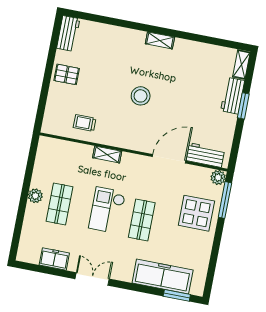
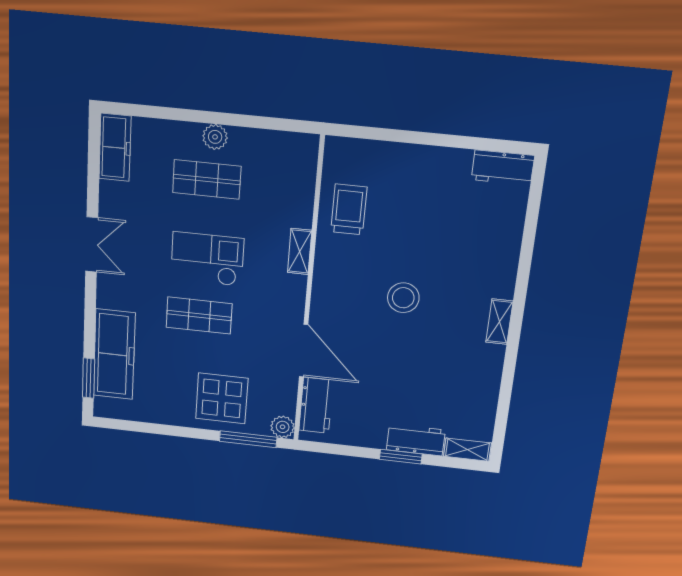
pallet: (67, 74) -> (430, 171), removed
trolley: (85, 123) -> (349, 210), width x1.36, depth x1.39
freezer: (54, 259) -> (115, 148), moved, width x1.40

